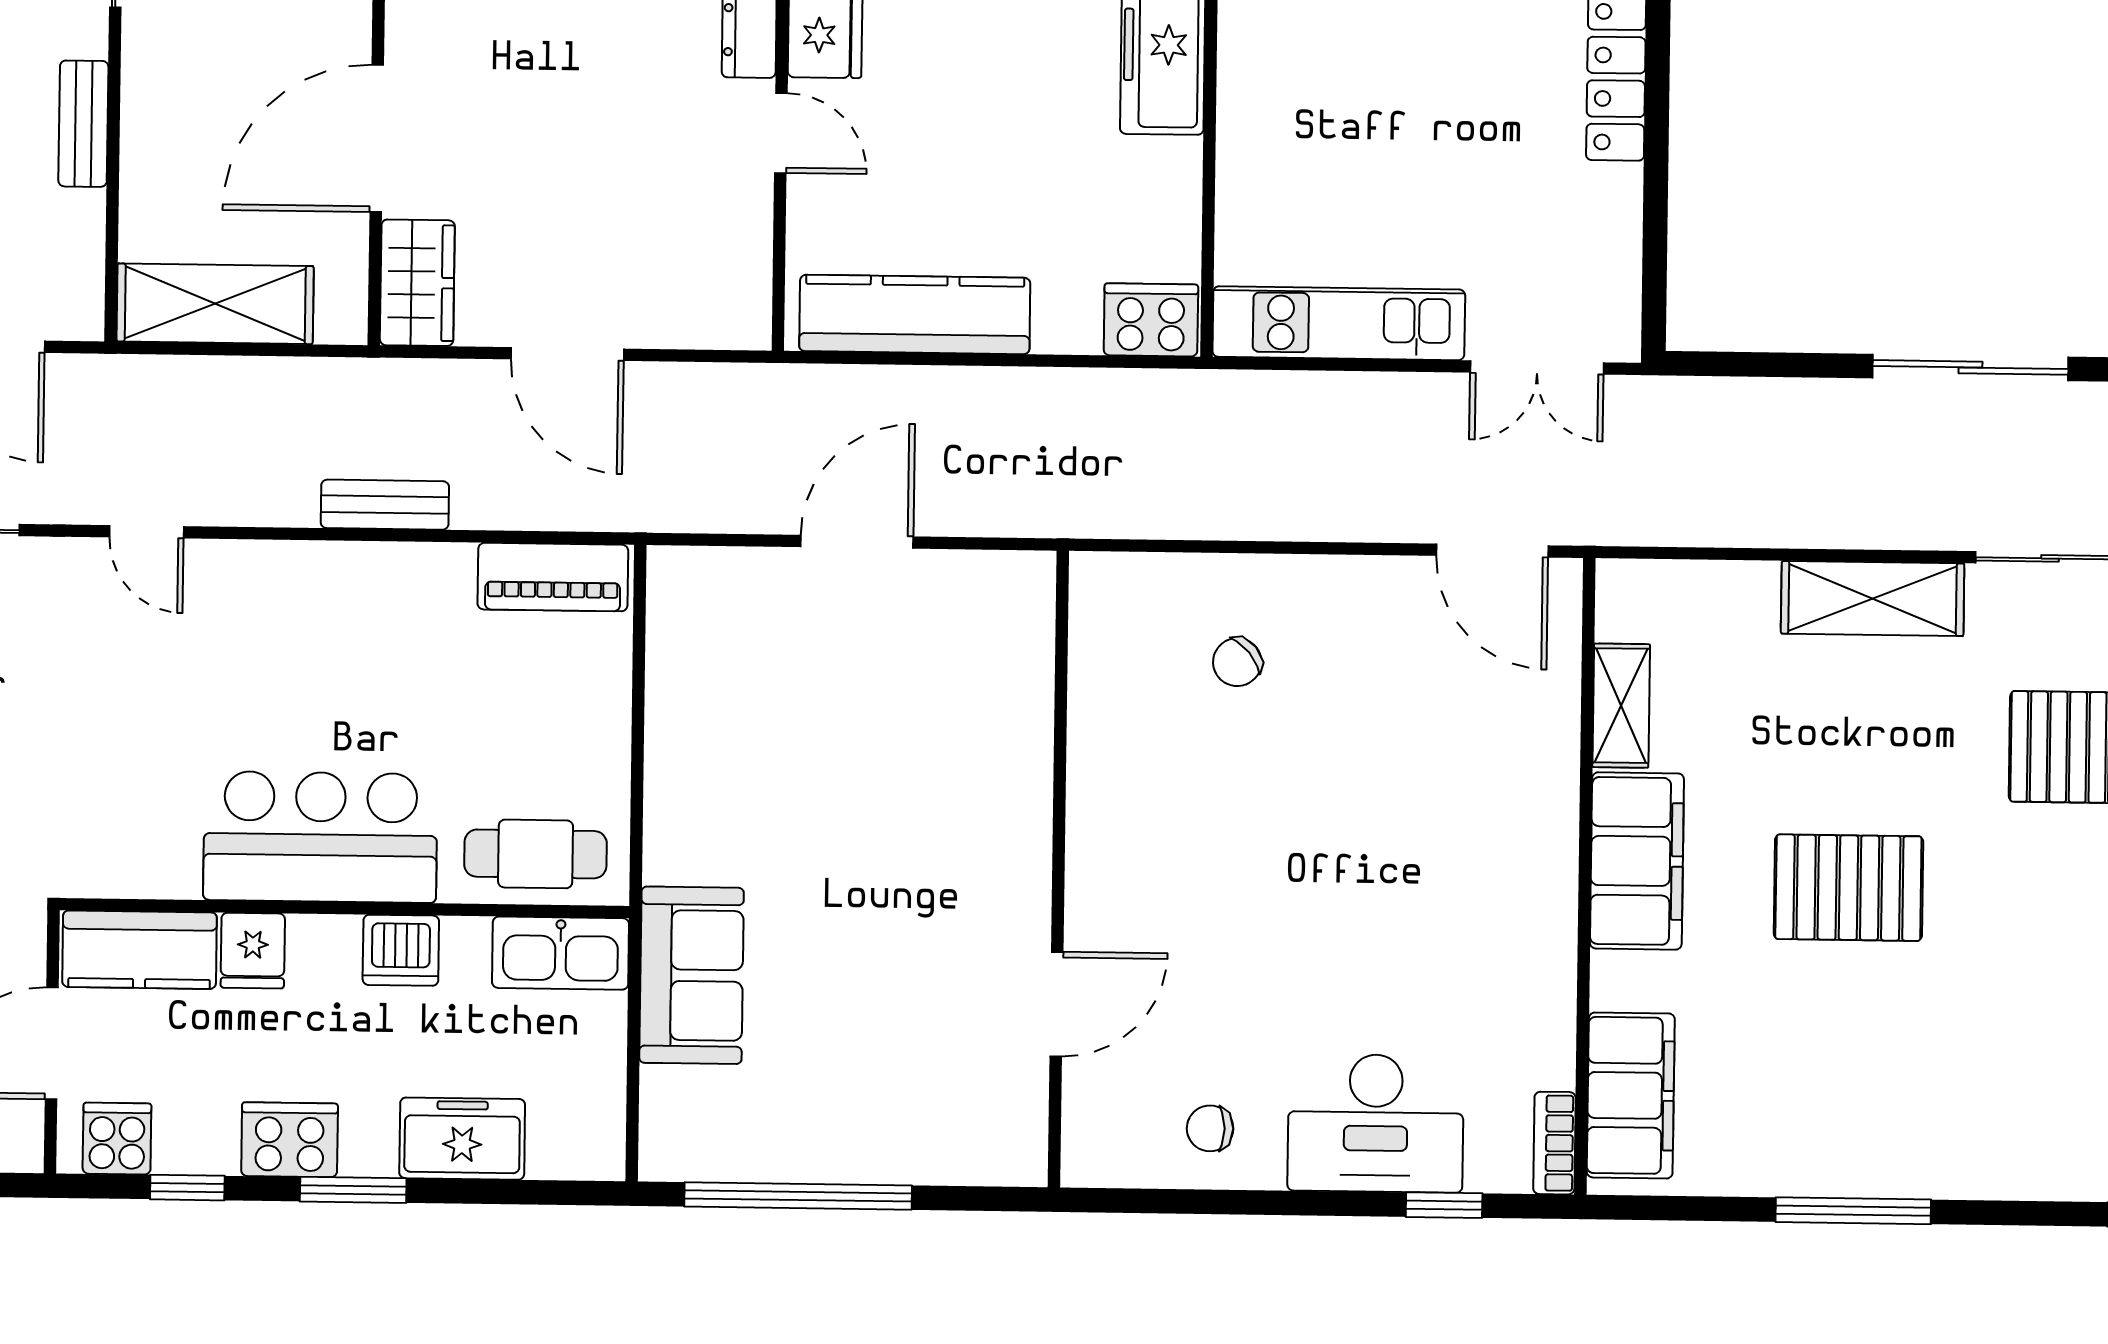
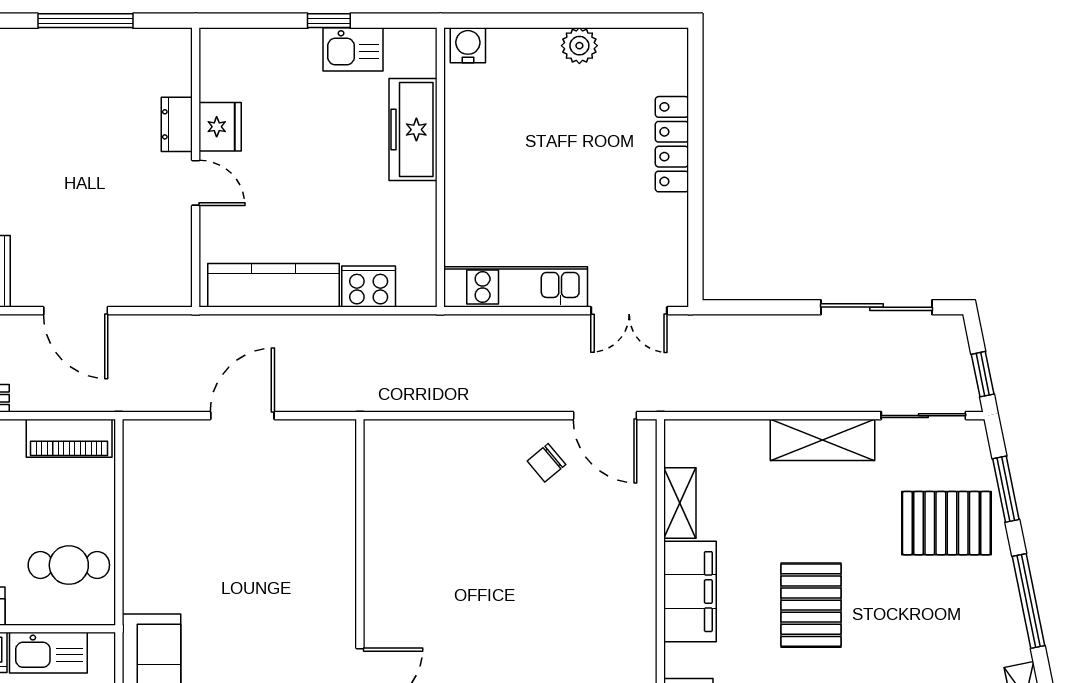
cooker: (1151, 320) -> (369, 287), moved
chair: (1237, 662) -> (546, 463), moved
cafe table: (536, 854) -> (69, 565), moved
pallet: (1848, 888) -> (811, 605), turned 90
kitchen sink: (561, 953) -> (48, 653), moved

